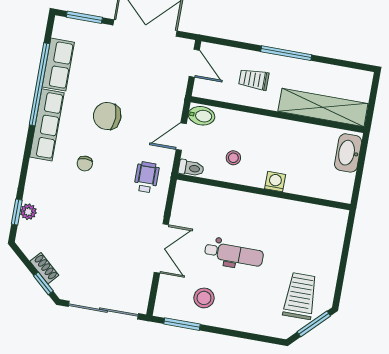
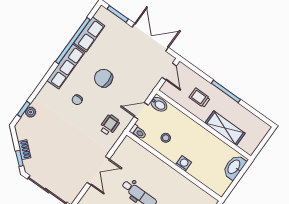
shelving: (323, 107) -> (225, 128), width x0.68

